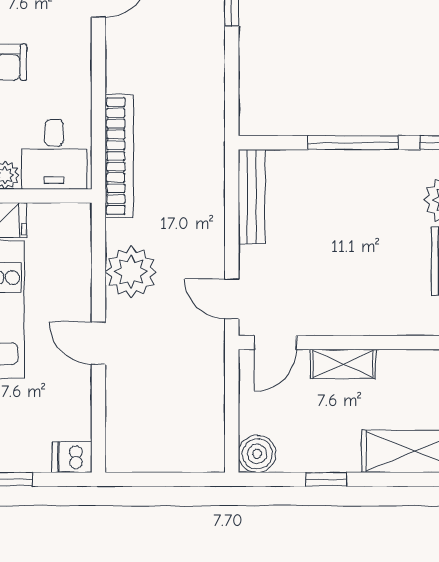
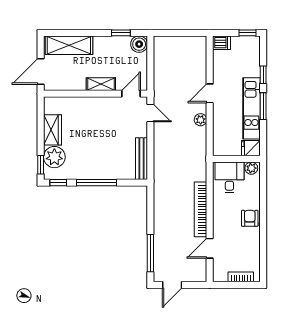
bookcase: (119, 156) -> (200, 209), moved
plant: (131, 272) -> (201, 120), width x0.53, depth x0.53
door: (98, 343) -> (210, 93), swing flipped
window: (326, 479) -> (121, 33), moved

